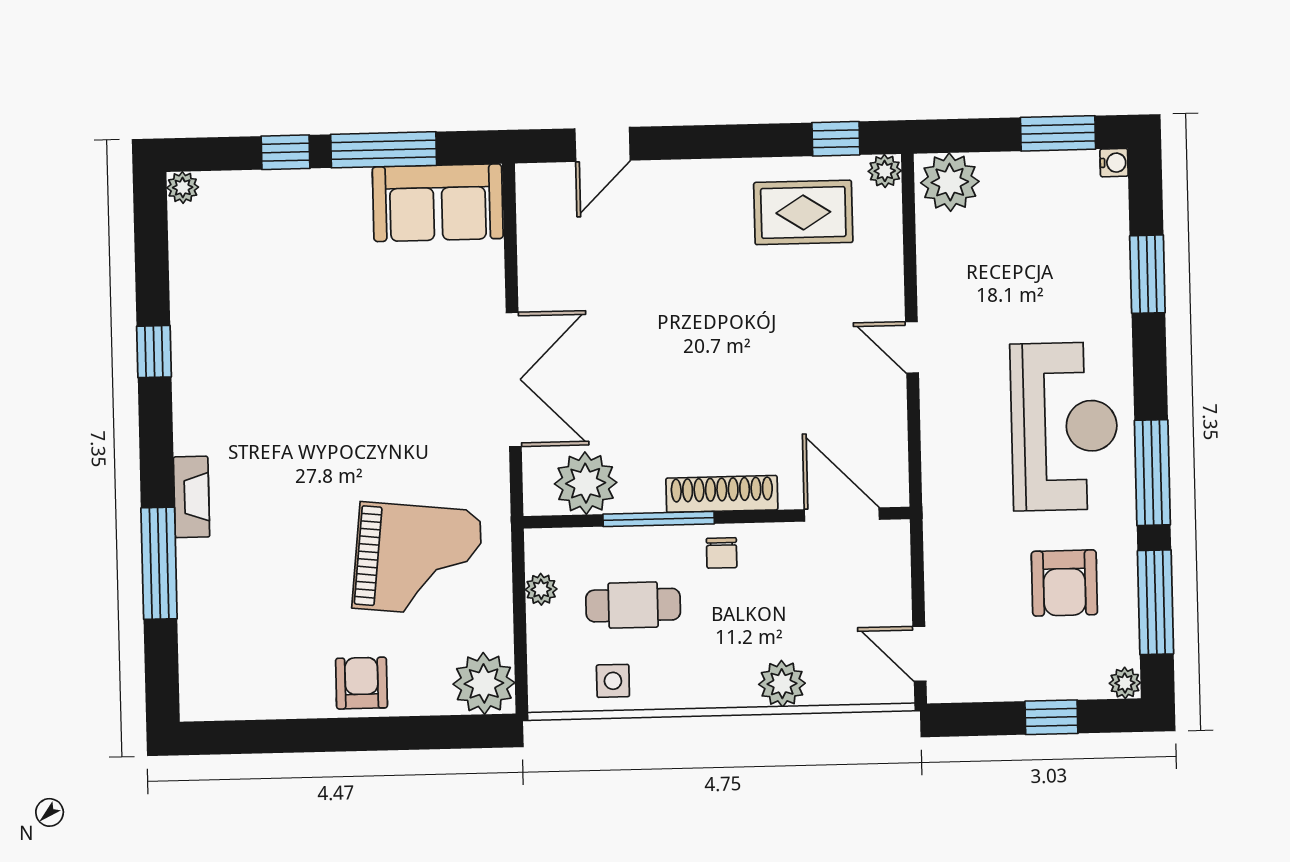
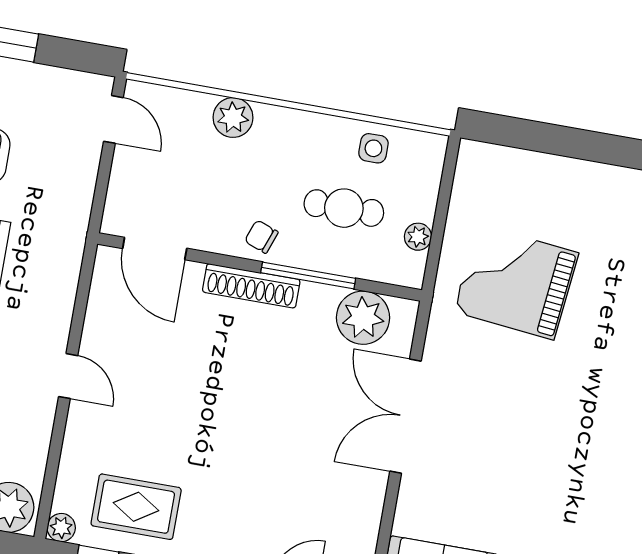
chair: (722, 553) -> (261, 237), turned -70
armchair: (361, 683) -> (583, 189), removed
plant: (484, 683) -> (481, 168), removed

